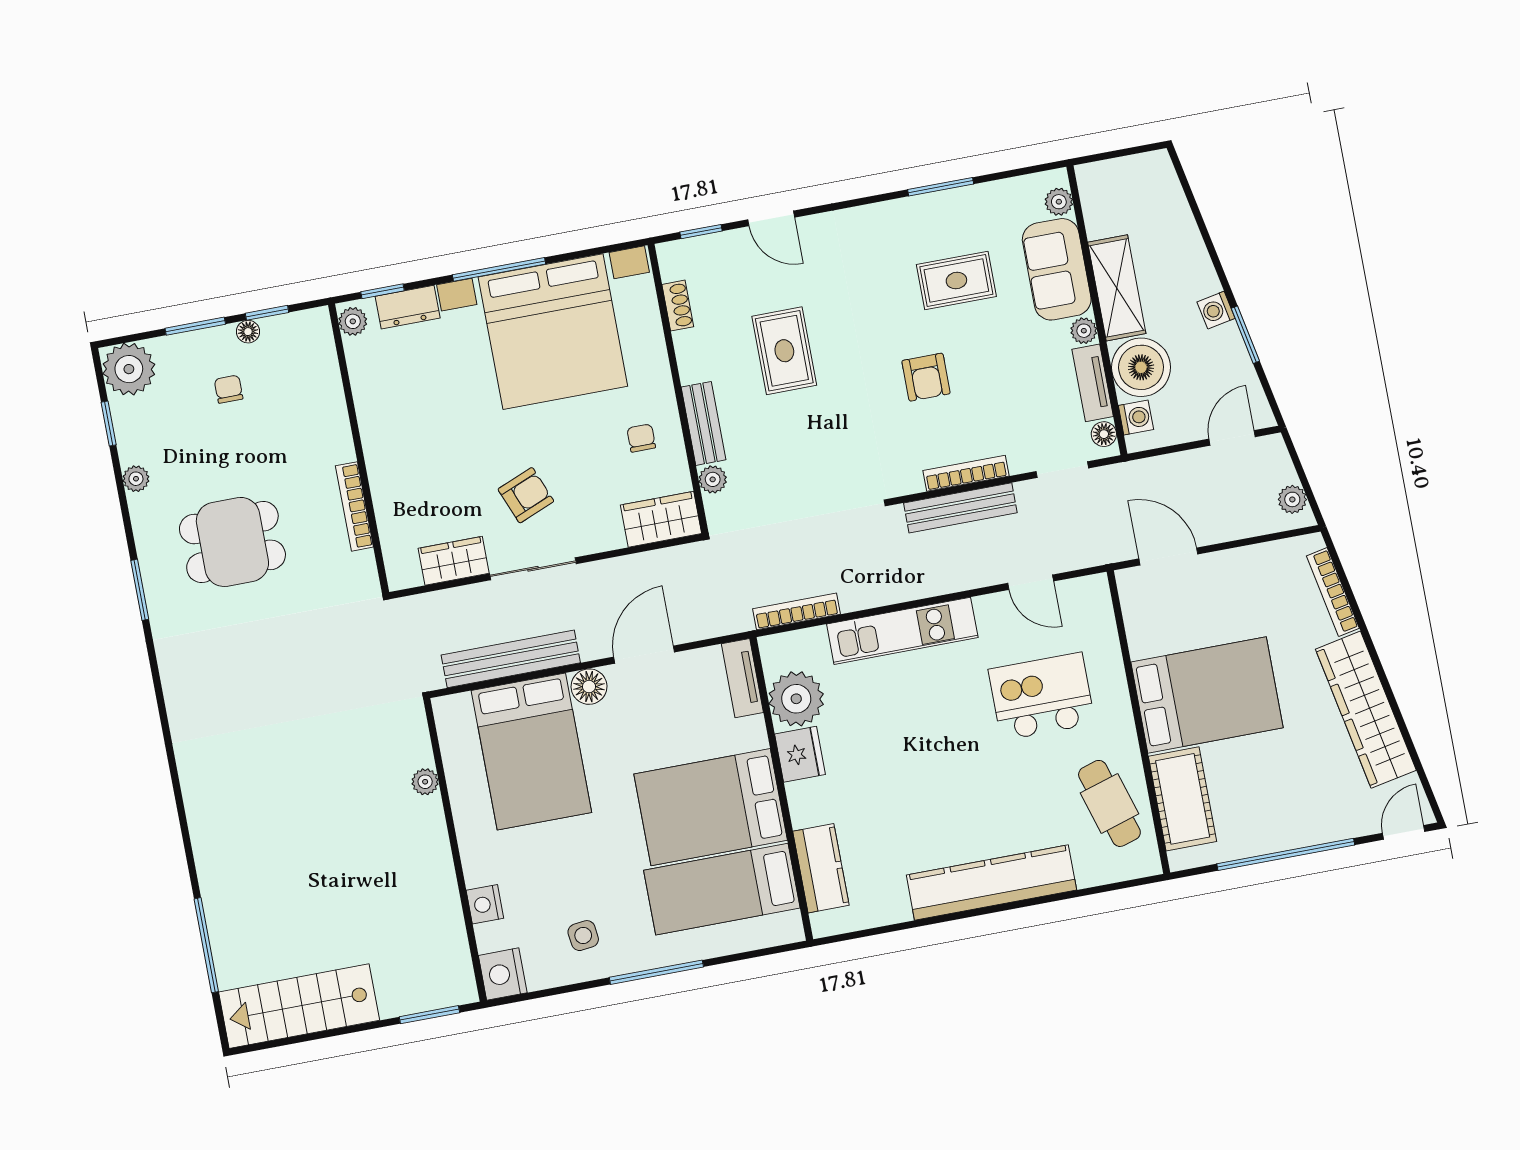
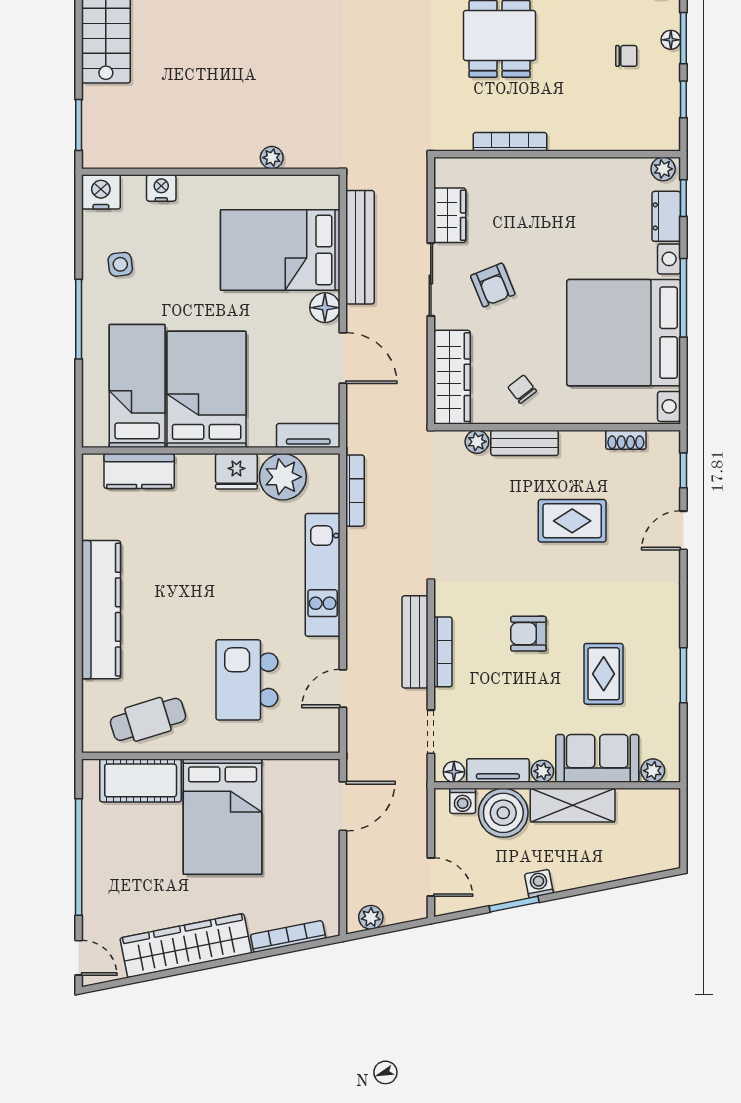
floor lamp: (248, 332) -> (671, 40), moved
chair: (641, 438) -> (522, 389), turned -128
wardrobe: (661, 519) -> (452, 377), width x1.50
kitchen island: (1042, 696) -> (247, 680), turned 180

